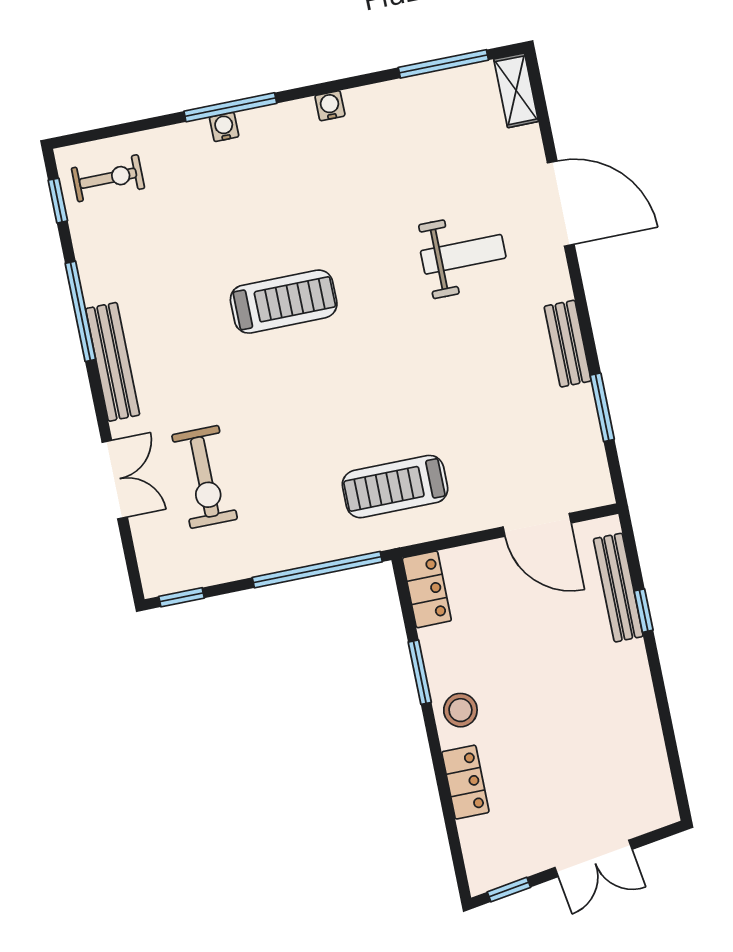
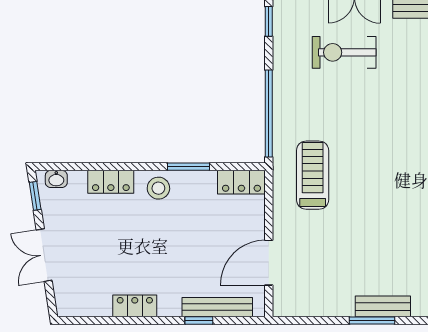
window: (602, 407) -> (372, 321), moved
locker: (641, 710) -> (135, 306), added
washbasin: (478, 863) -> (56, 179), added

